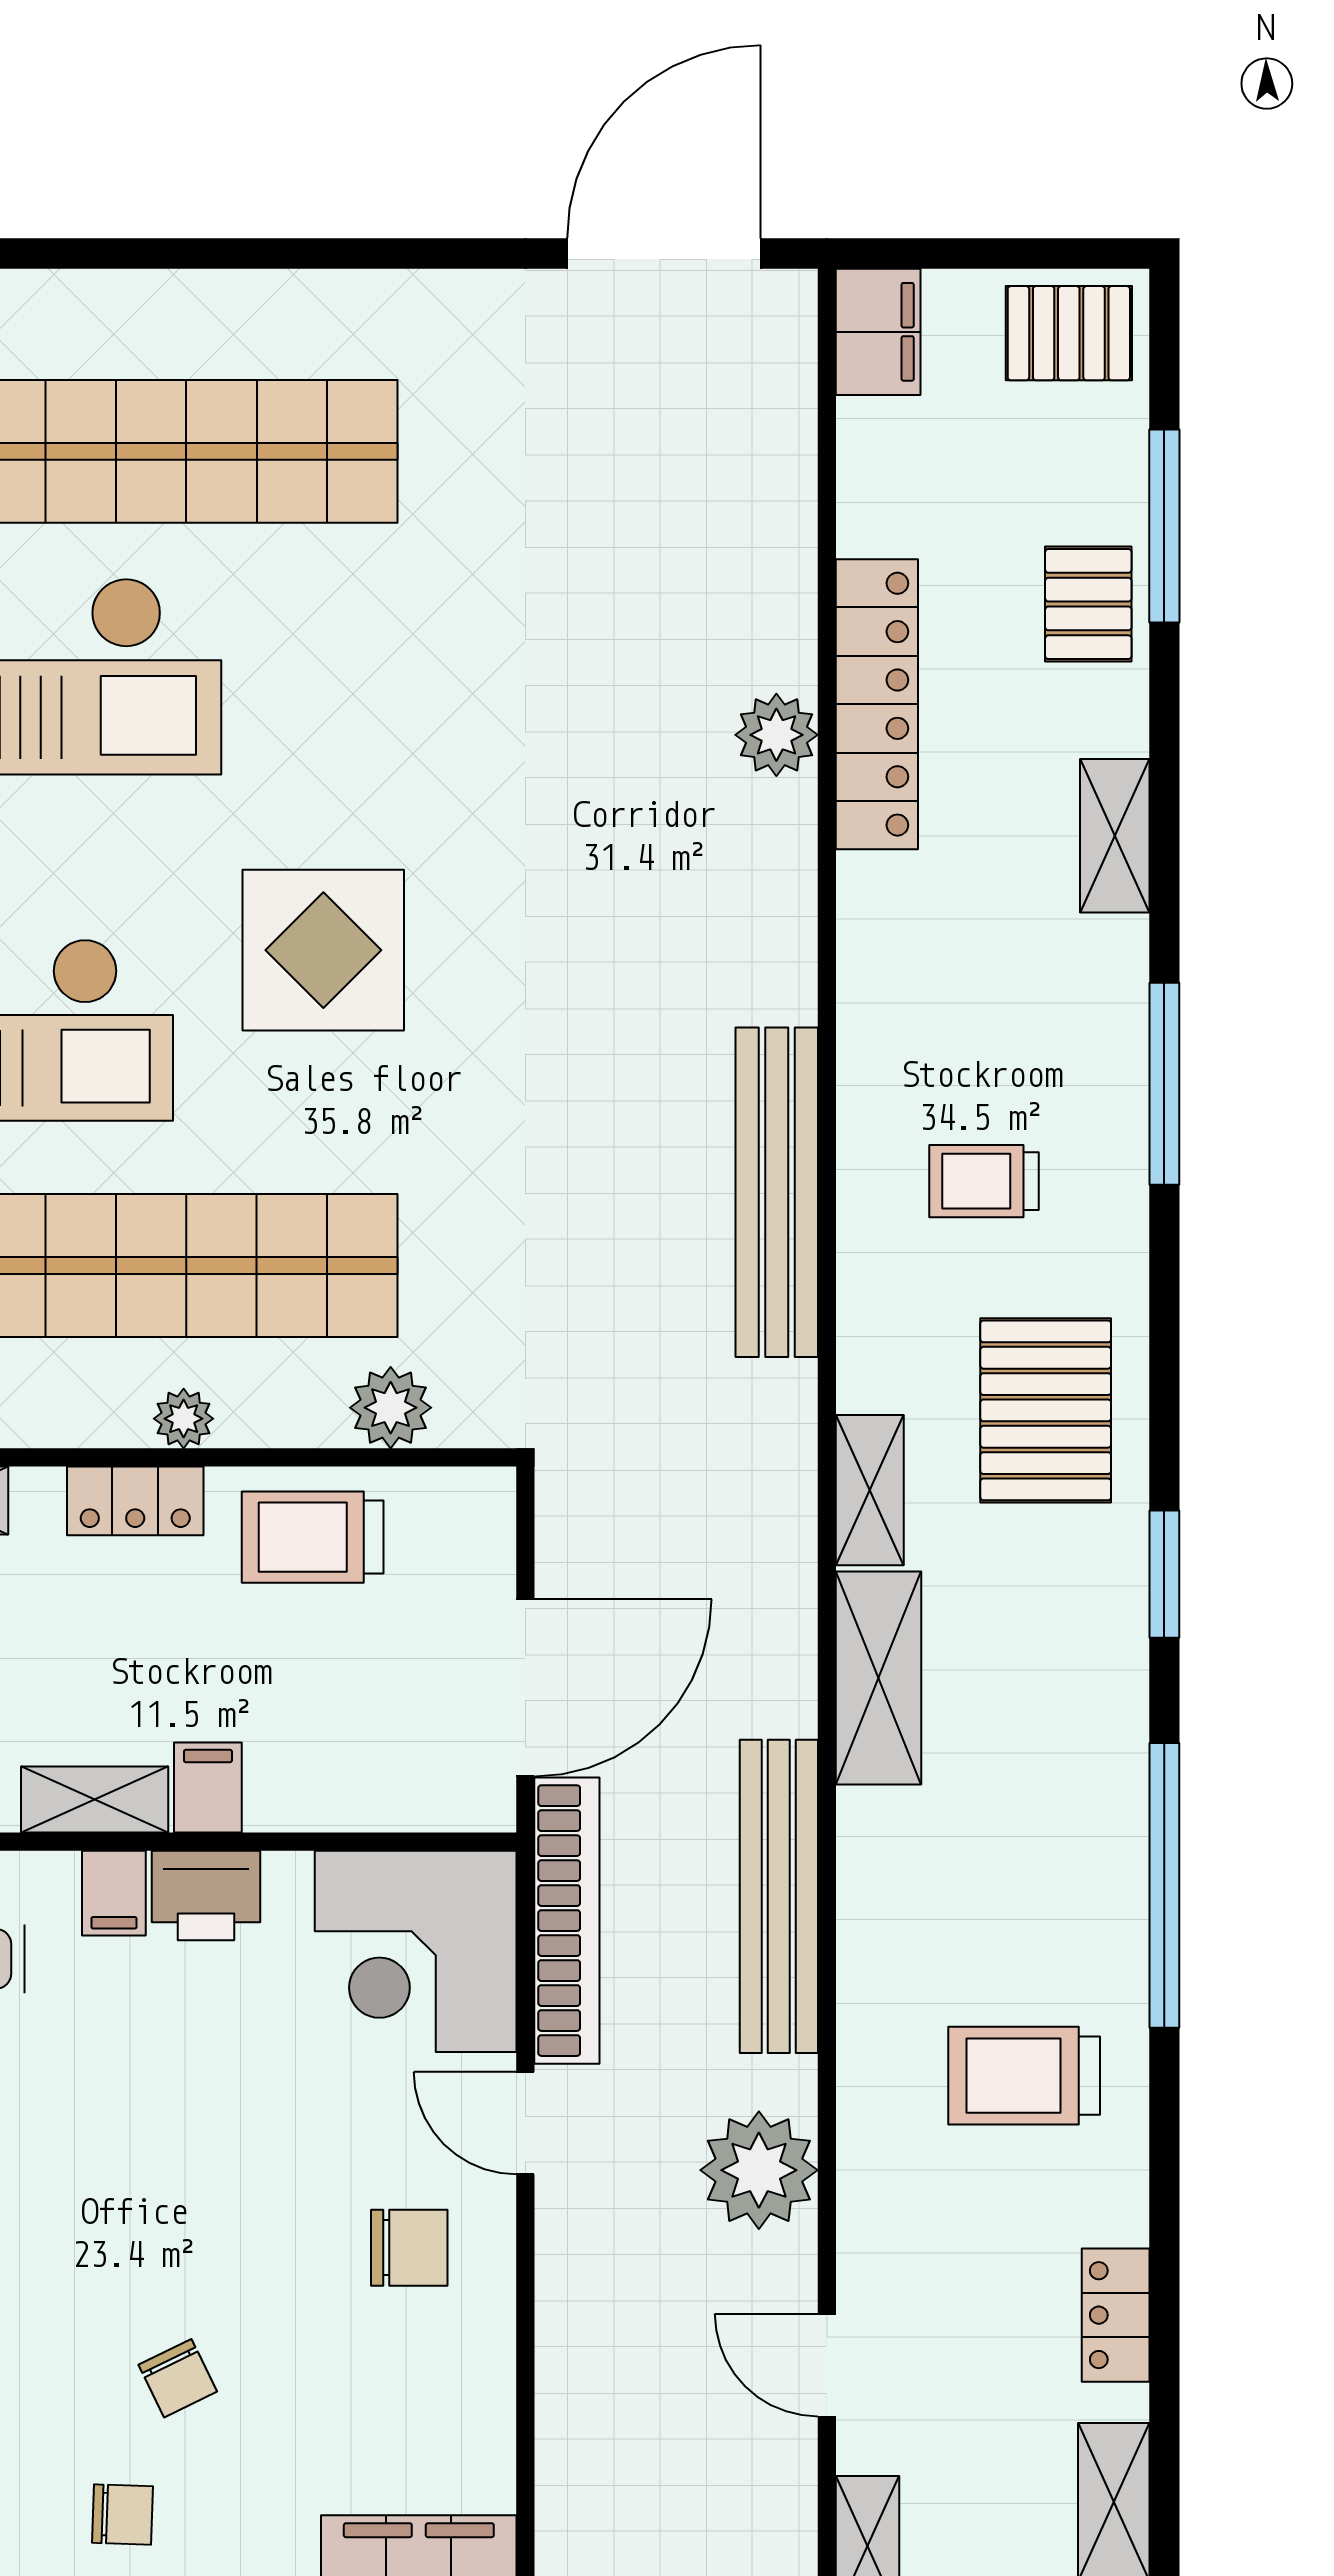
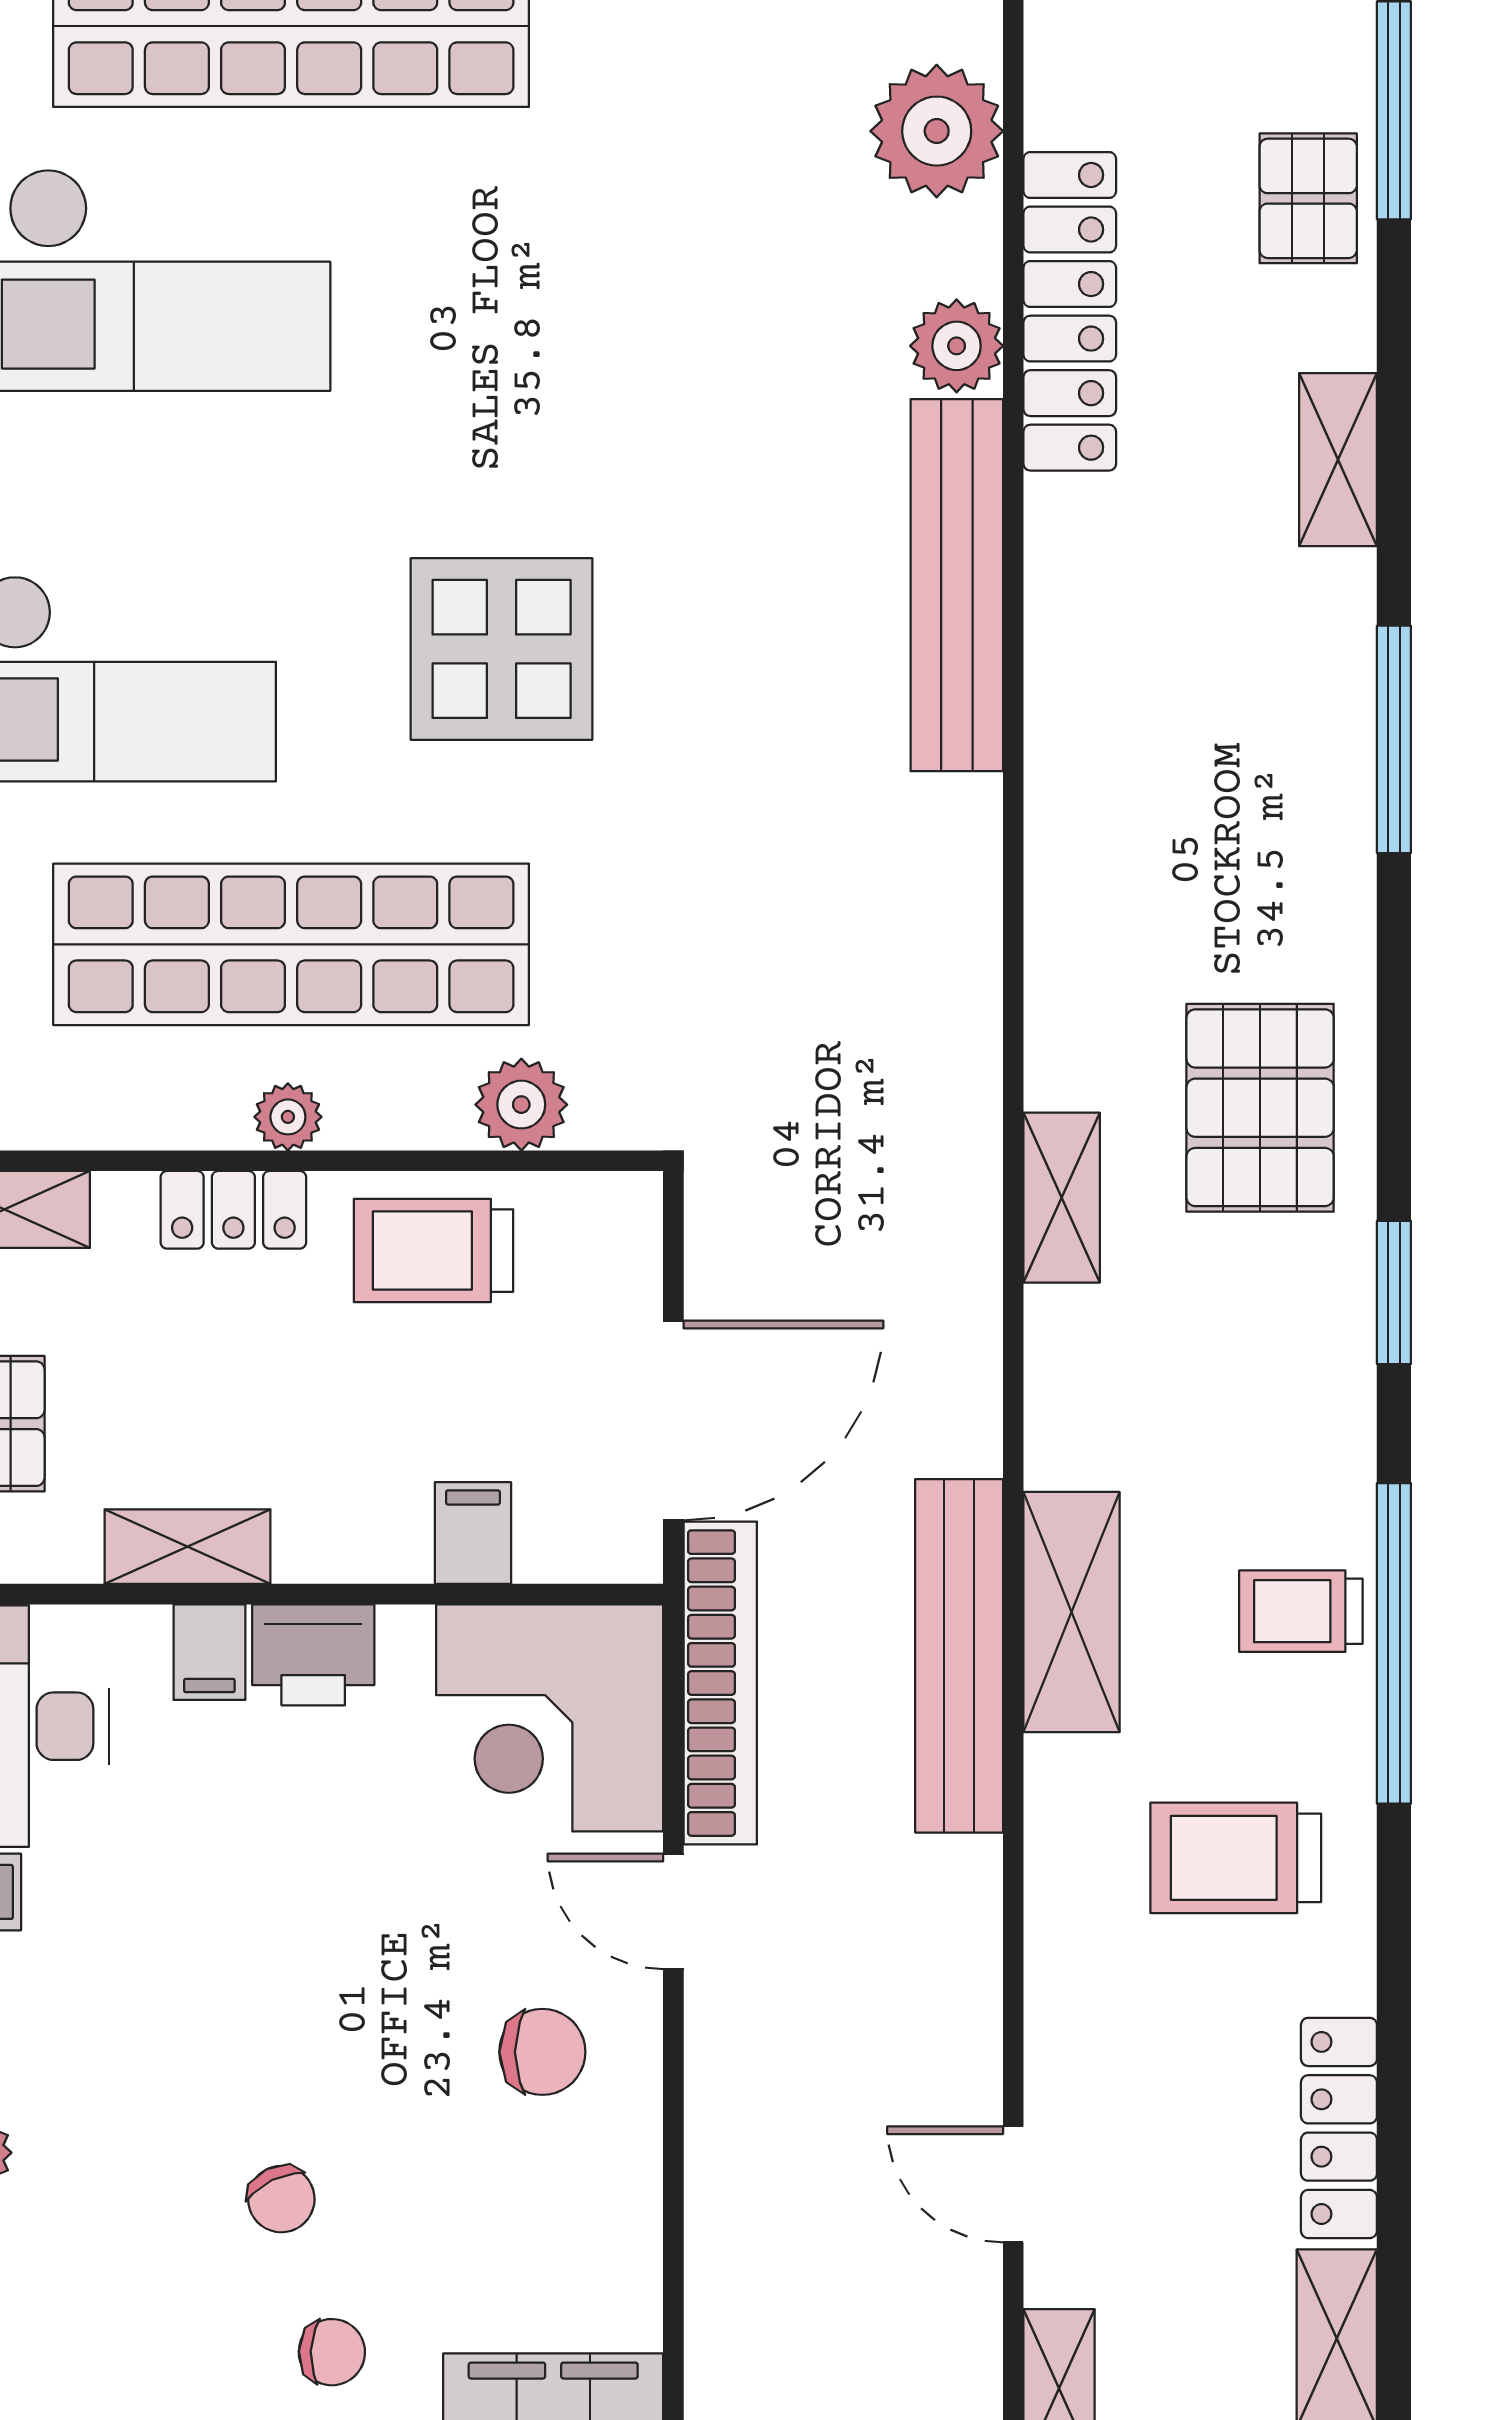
display table: (323, 950) -> (502, 649), moved
trolley: (984, 1181) -> (1301, 1611), moved
bench: (777, 1192) -> (957, 585), moved
shelving: (878, 1678) -> (1072, 1612), moved
filing cabinet: (208, 1788) -> (473, 1533), moved
plant: (759, 2170) -> (937, 131), moved
locker: (1116, 2315) -> (1339, 2128), width x1.53
chair: (122, 2515) -> (332, 2352), moved

